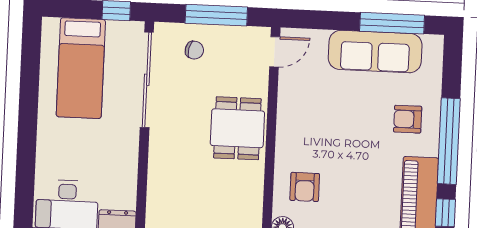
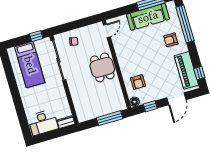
window: (216, 15) -> (78, 24), removed
window: (449, 141) -> (185, 24), moved

